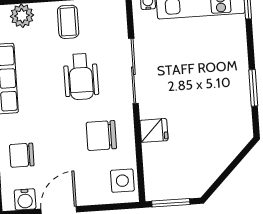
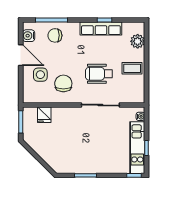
fridge: (154, 130) -> (44, 115), moved
chair: (22, 155) -> (55, 35), turned -90
side table: (122, 181) -> (40, 75), moved

